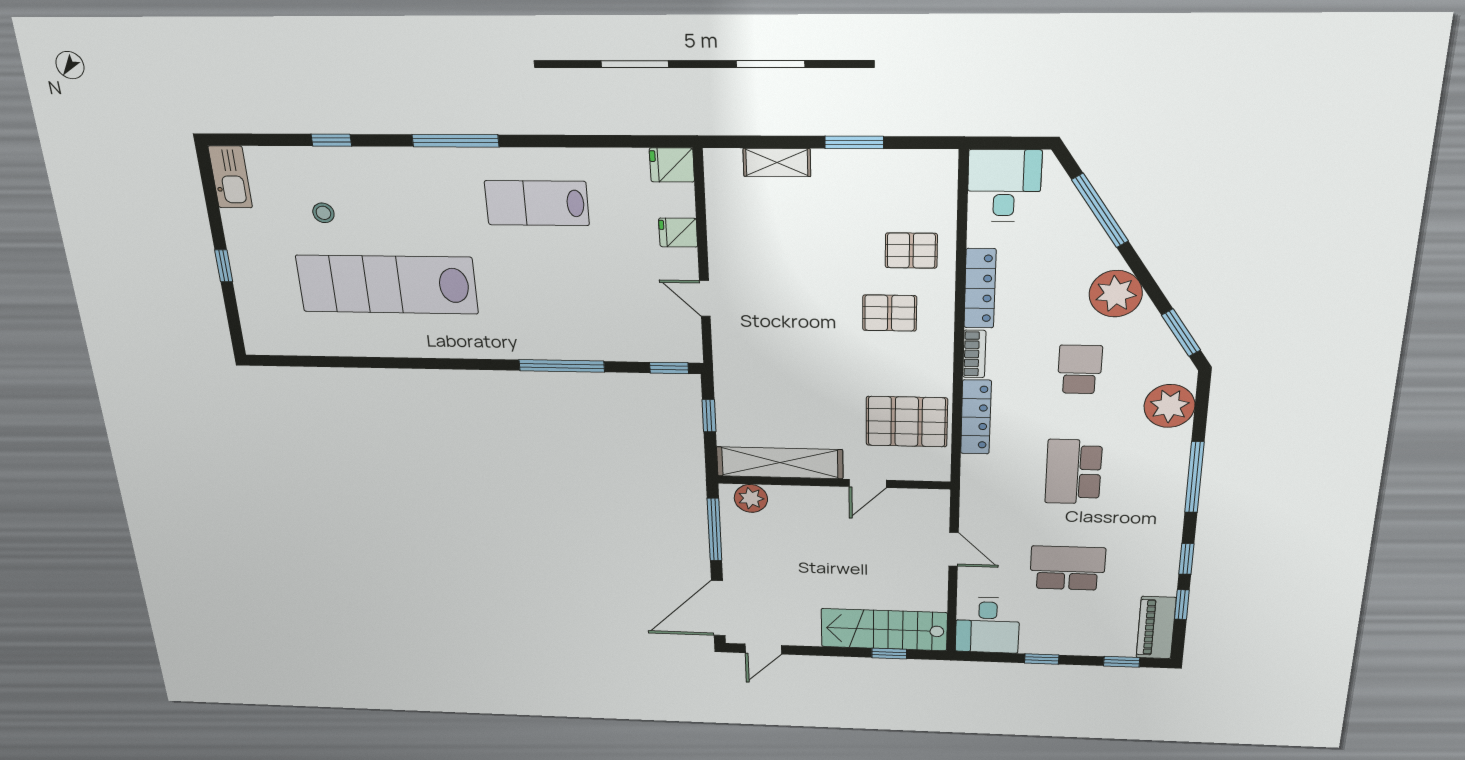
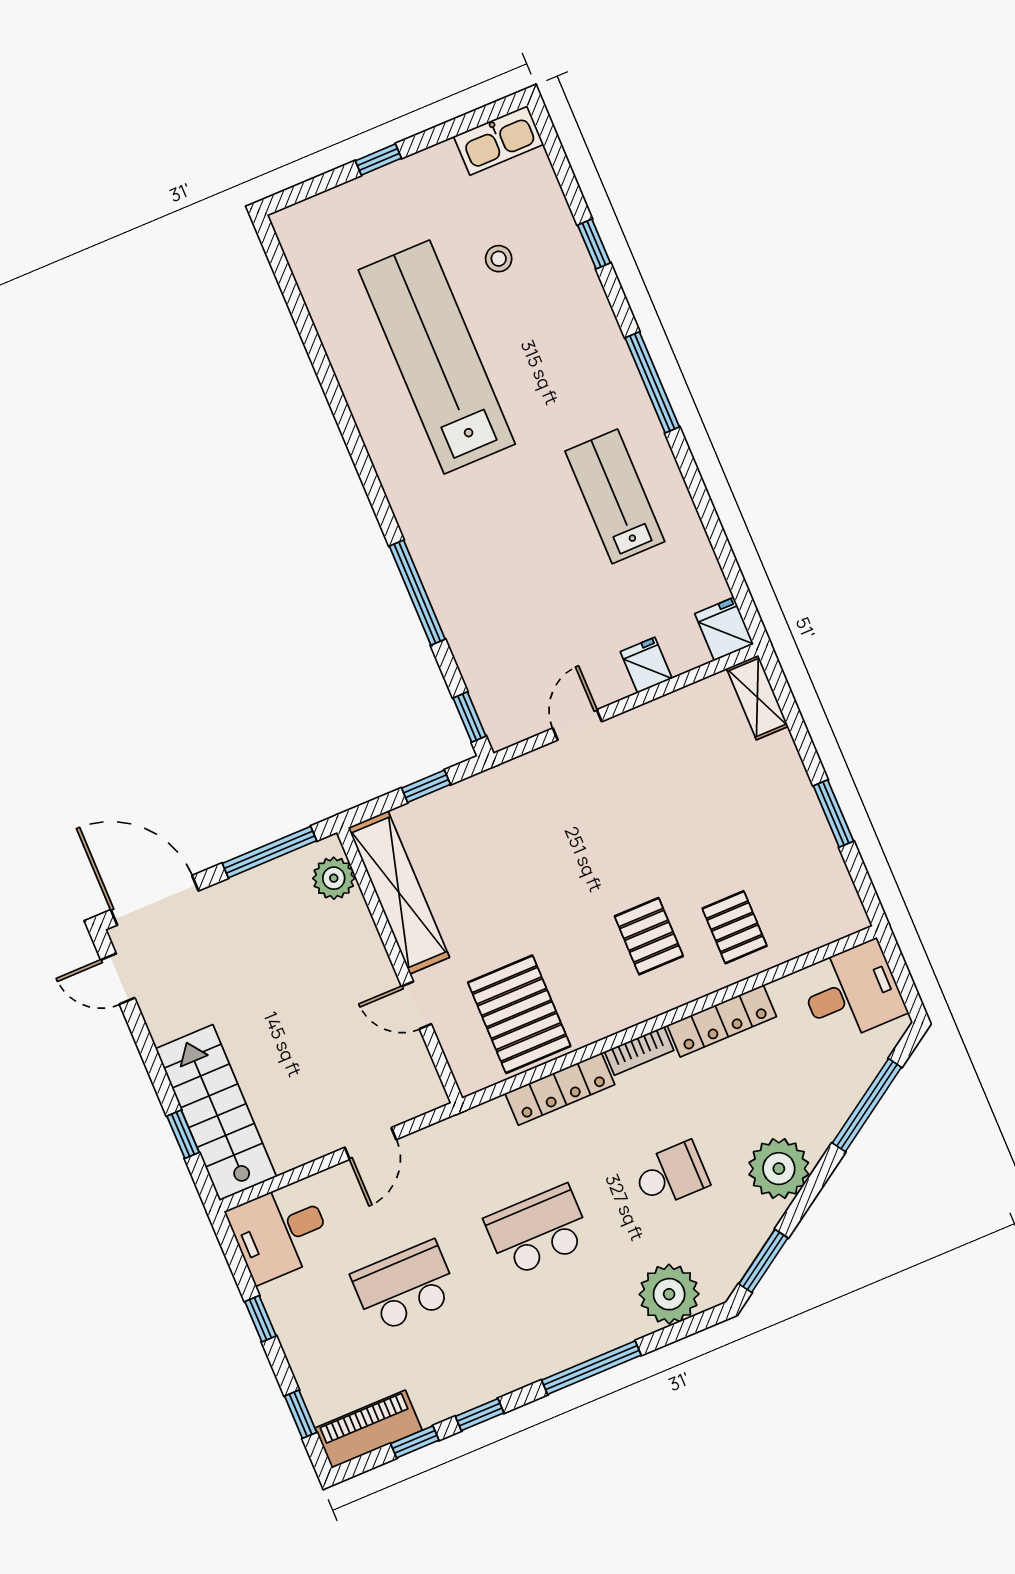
shelving: (777, 162) -> (757, 697), moved
school desk: (1068, 568) -> (405, 1287), turned -90

